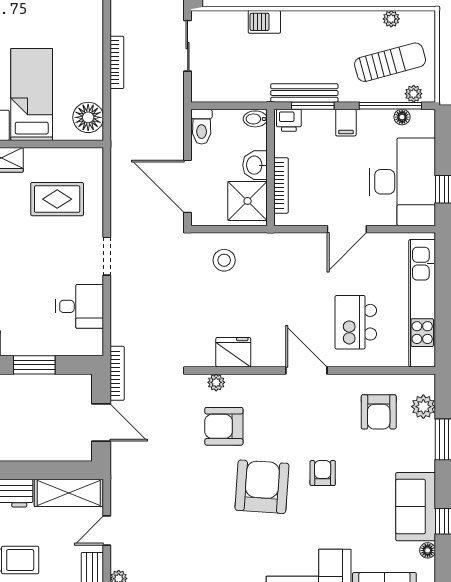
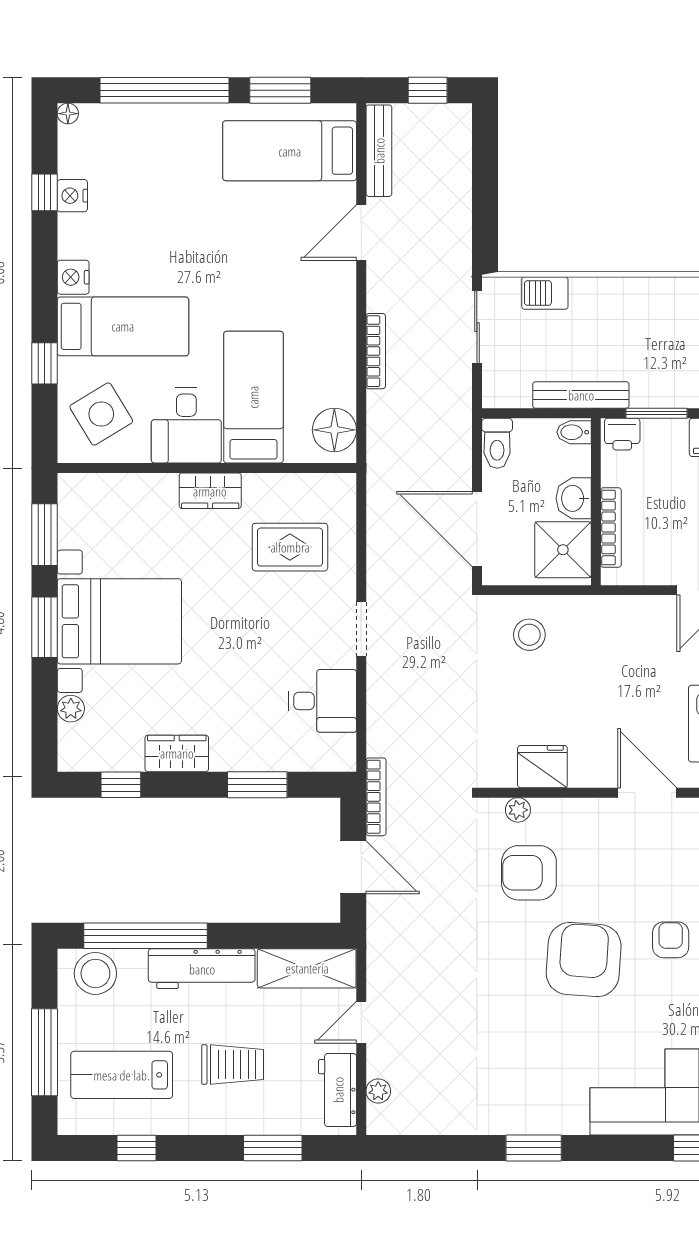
barbecue: (264, 22) -> (545, 293), moved
bench: (304, 93) -> (581, 395), moved

